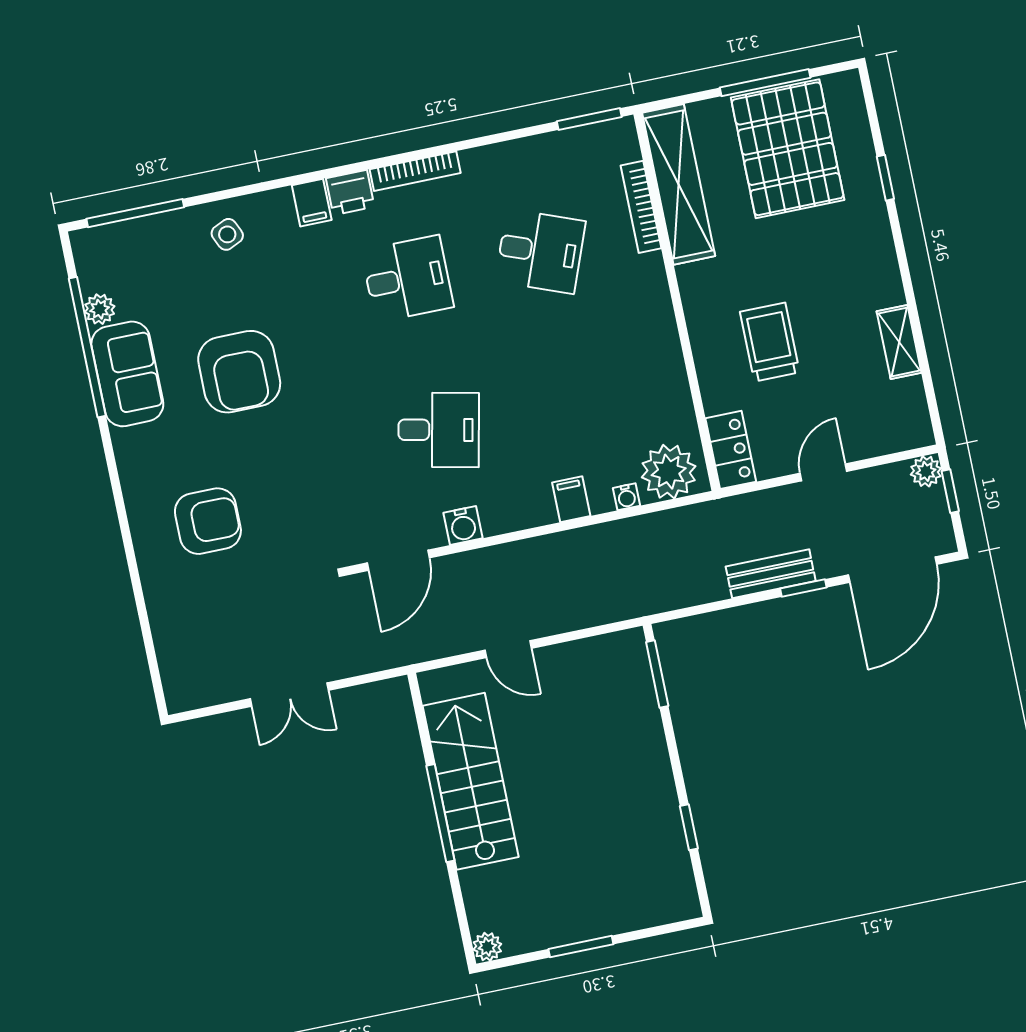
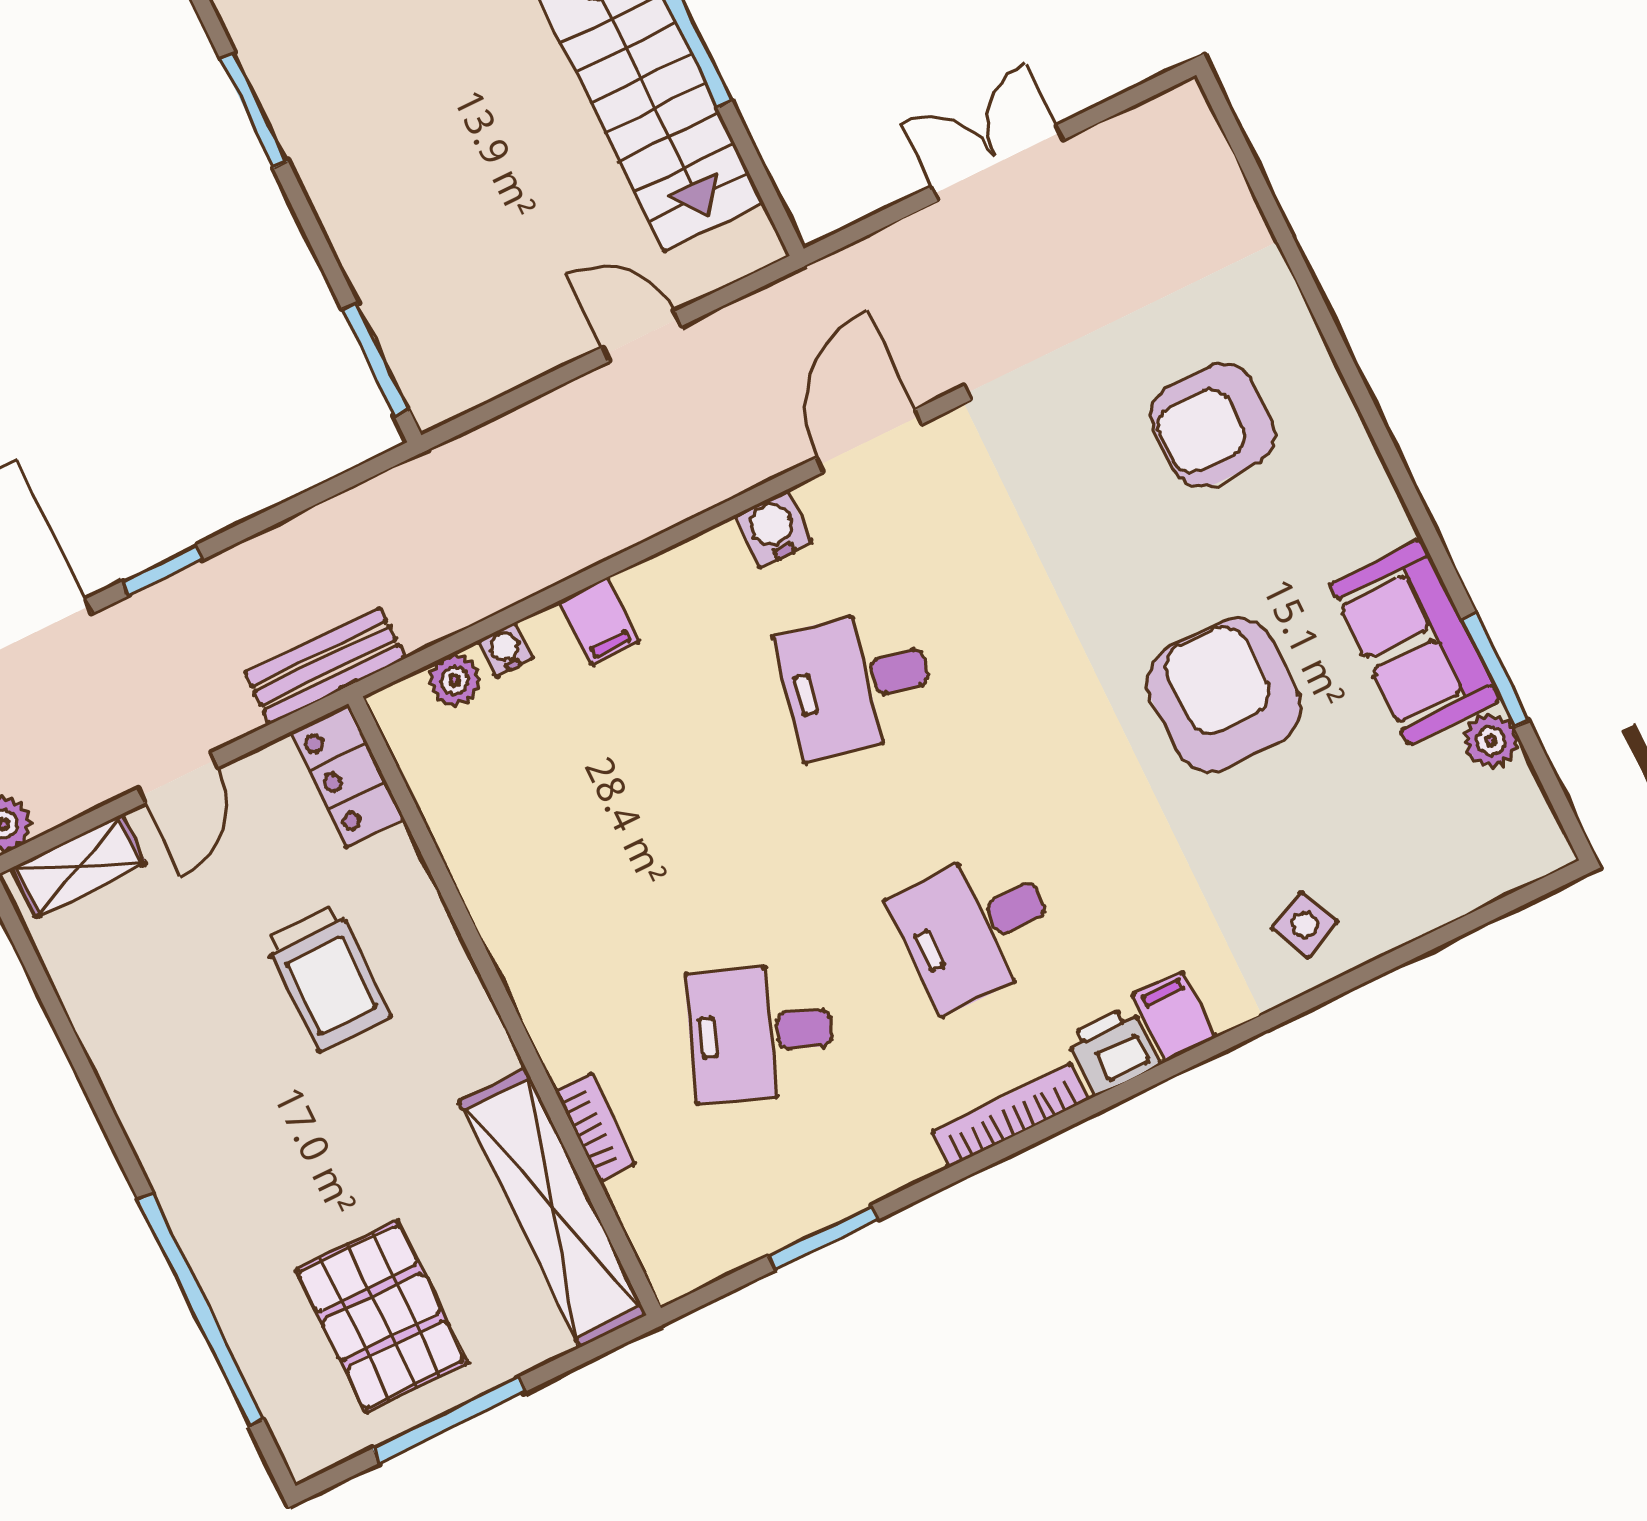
window: (589, 119) -> (823, 1238), moved
pallet: (788, 149) -> (381, 1317), width x0.73, depth x0.71
window: (885, 178) -> (201, 1310), width x3.17
bookcase: (641, 207) -> (595, 1127), width x0.64
window: (135, 213) -> (1472, 921), removed
shelving: (899, 342) -> (79, 866), moved, turned 90
window: (87, 347) -> (1495, 670), width x0.47
plant: (669, 472) -> (455, 681), width x0.53, depth x0.53
bench: (771, 574) -> (325, 666), moved
window: (689, 827) -> (254, 110), width x1.50

